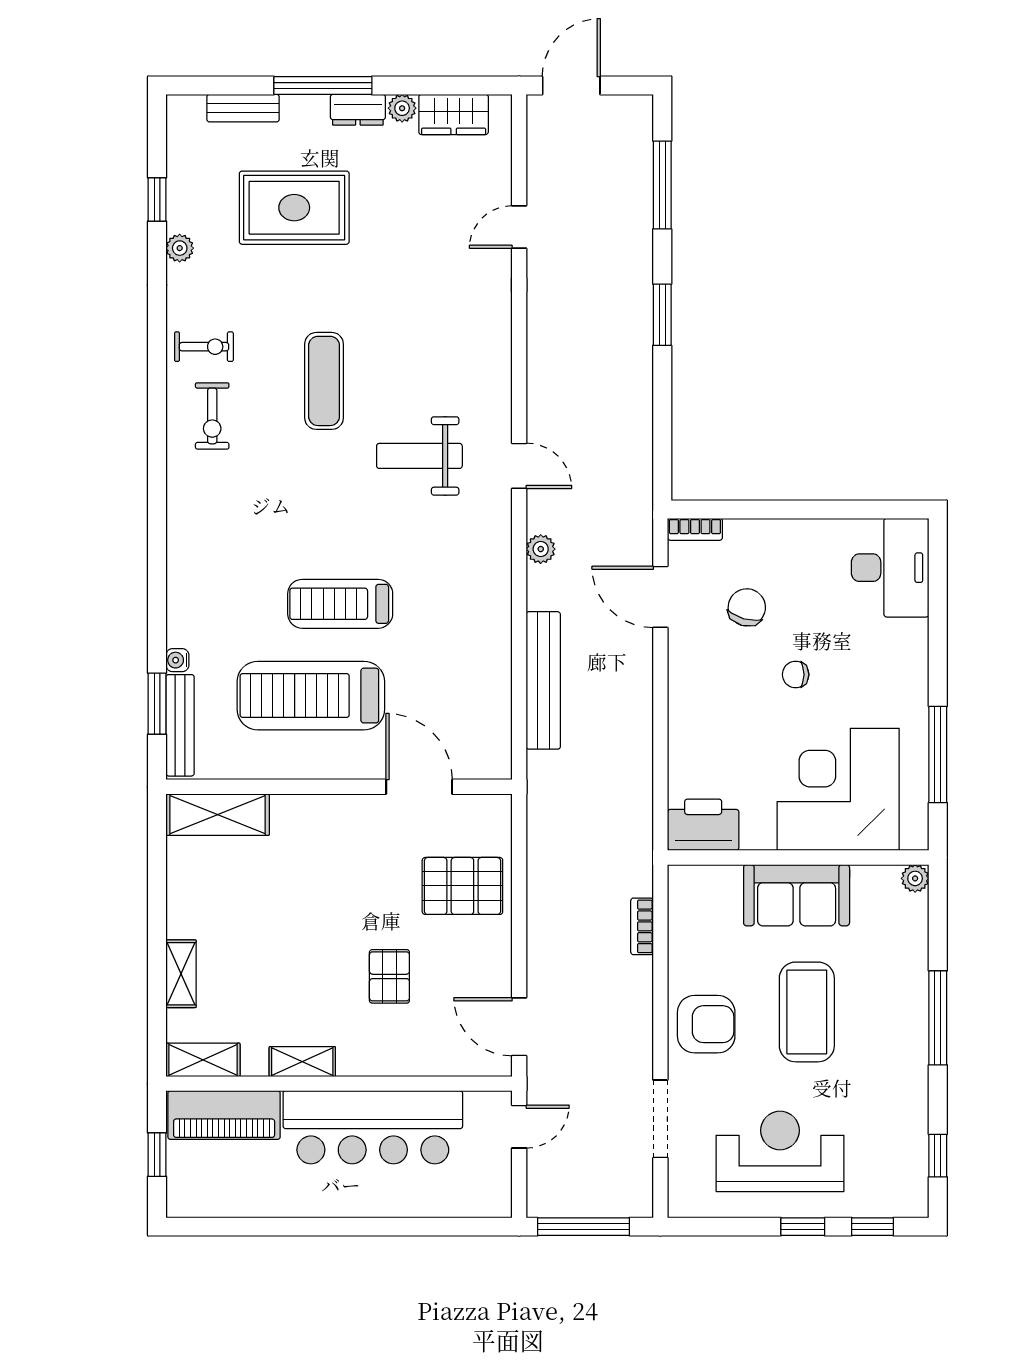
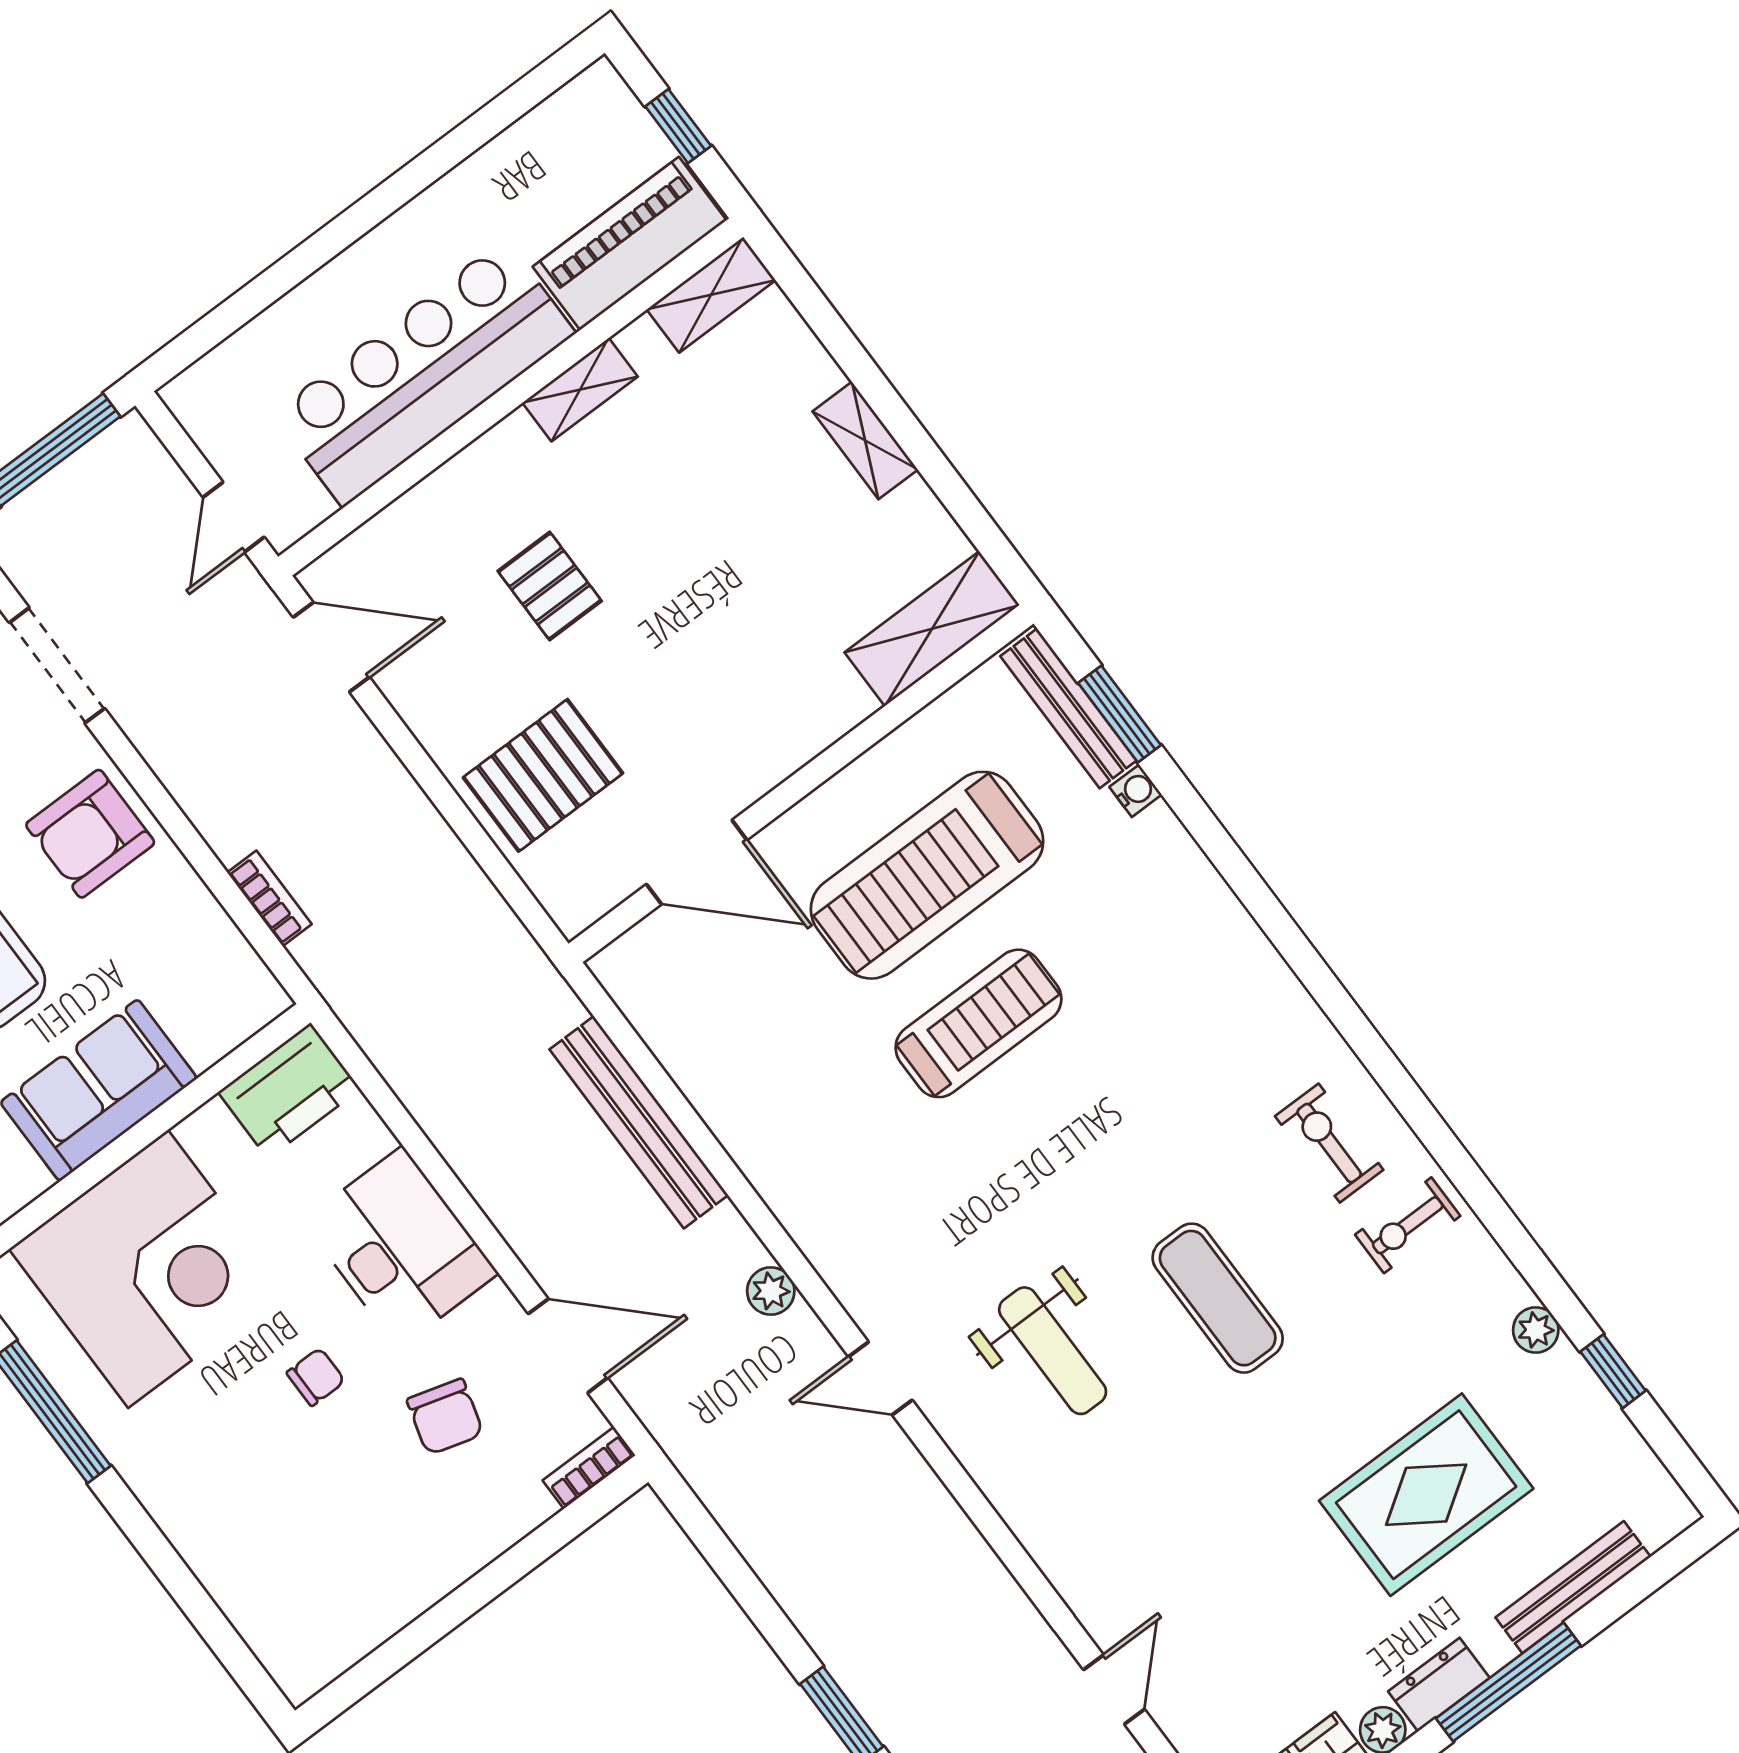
bench: (243, 108) -> (1573, 1587), width x1.36
weight bench: (419, 456) -> (1053, 1351), moved, turned 90
desk: (890, 568) -> (400, 1247), moved, turned 180
treadmill: (311, 696) -> (927, 875), turned 180
shelving: (181, 974) -> (865, 440), moved

